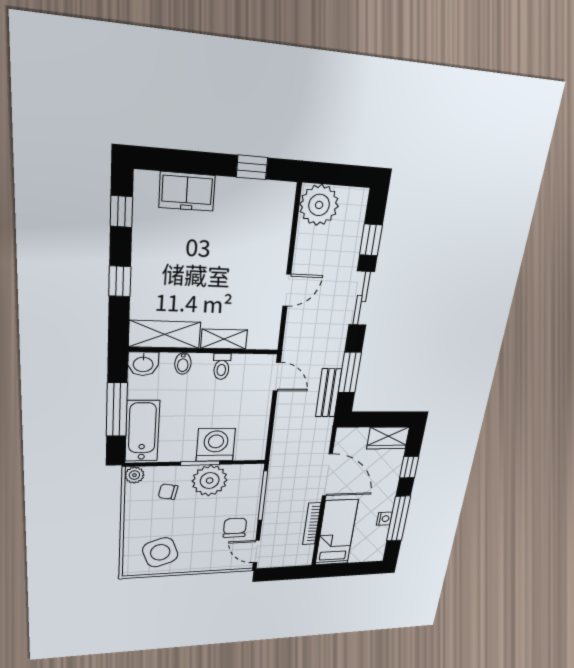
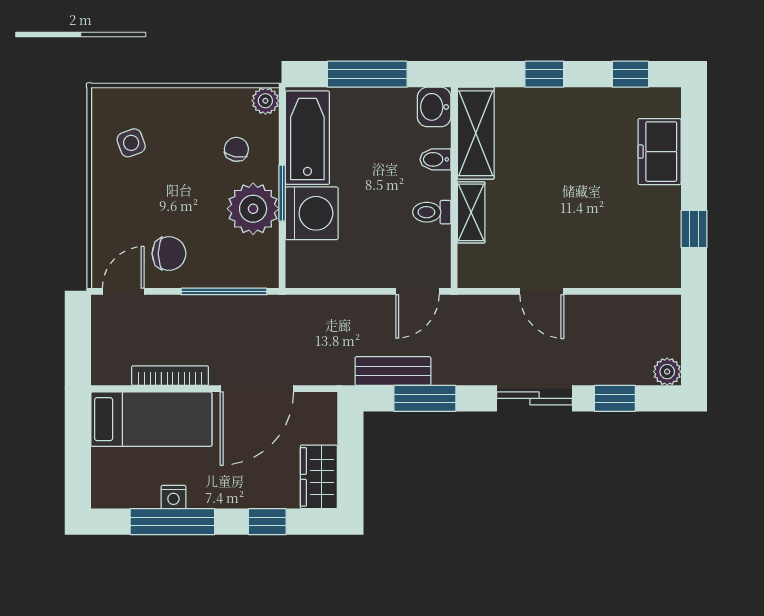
plant: (319, 205) -> (667, 372), moved, width x0.53, depth x0.53
bathtub: (142, 431) -> (307, 138), moved, turned -90
side table: (160, 552) -> (131, 143), width x0.54, depth x0.54

